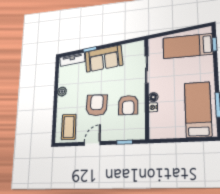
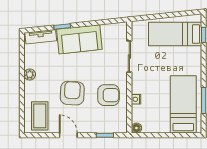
floor lamp: (153, 97) -> (136, 128), moved
armchair: (128, 105) -> (108, 95), turned -90
door: (92, 143) -> (68, 135), hinge flipped

